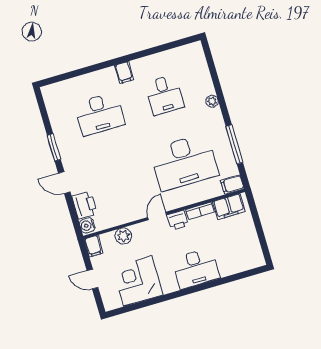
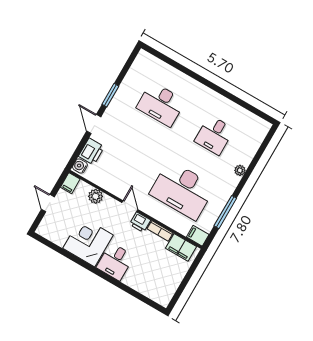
filing cabinet: (124, 73) -> (203, 94), removed
door: (157, 216) -> (130, 206), hinge flipped
desk: (196, 268) -> (115, 262), width x0.73
corner desk: (138, 281) -> (88, 242), moved

